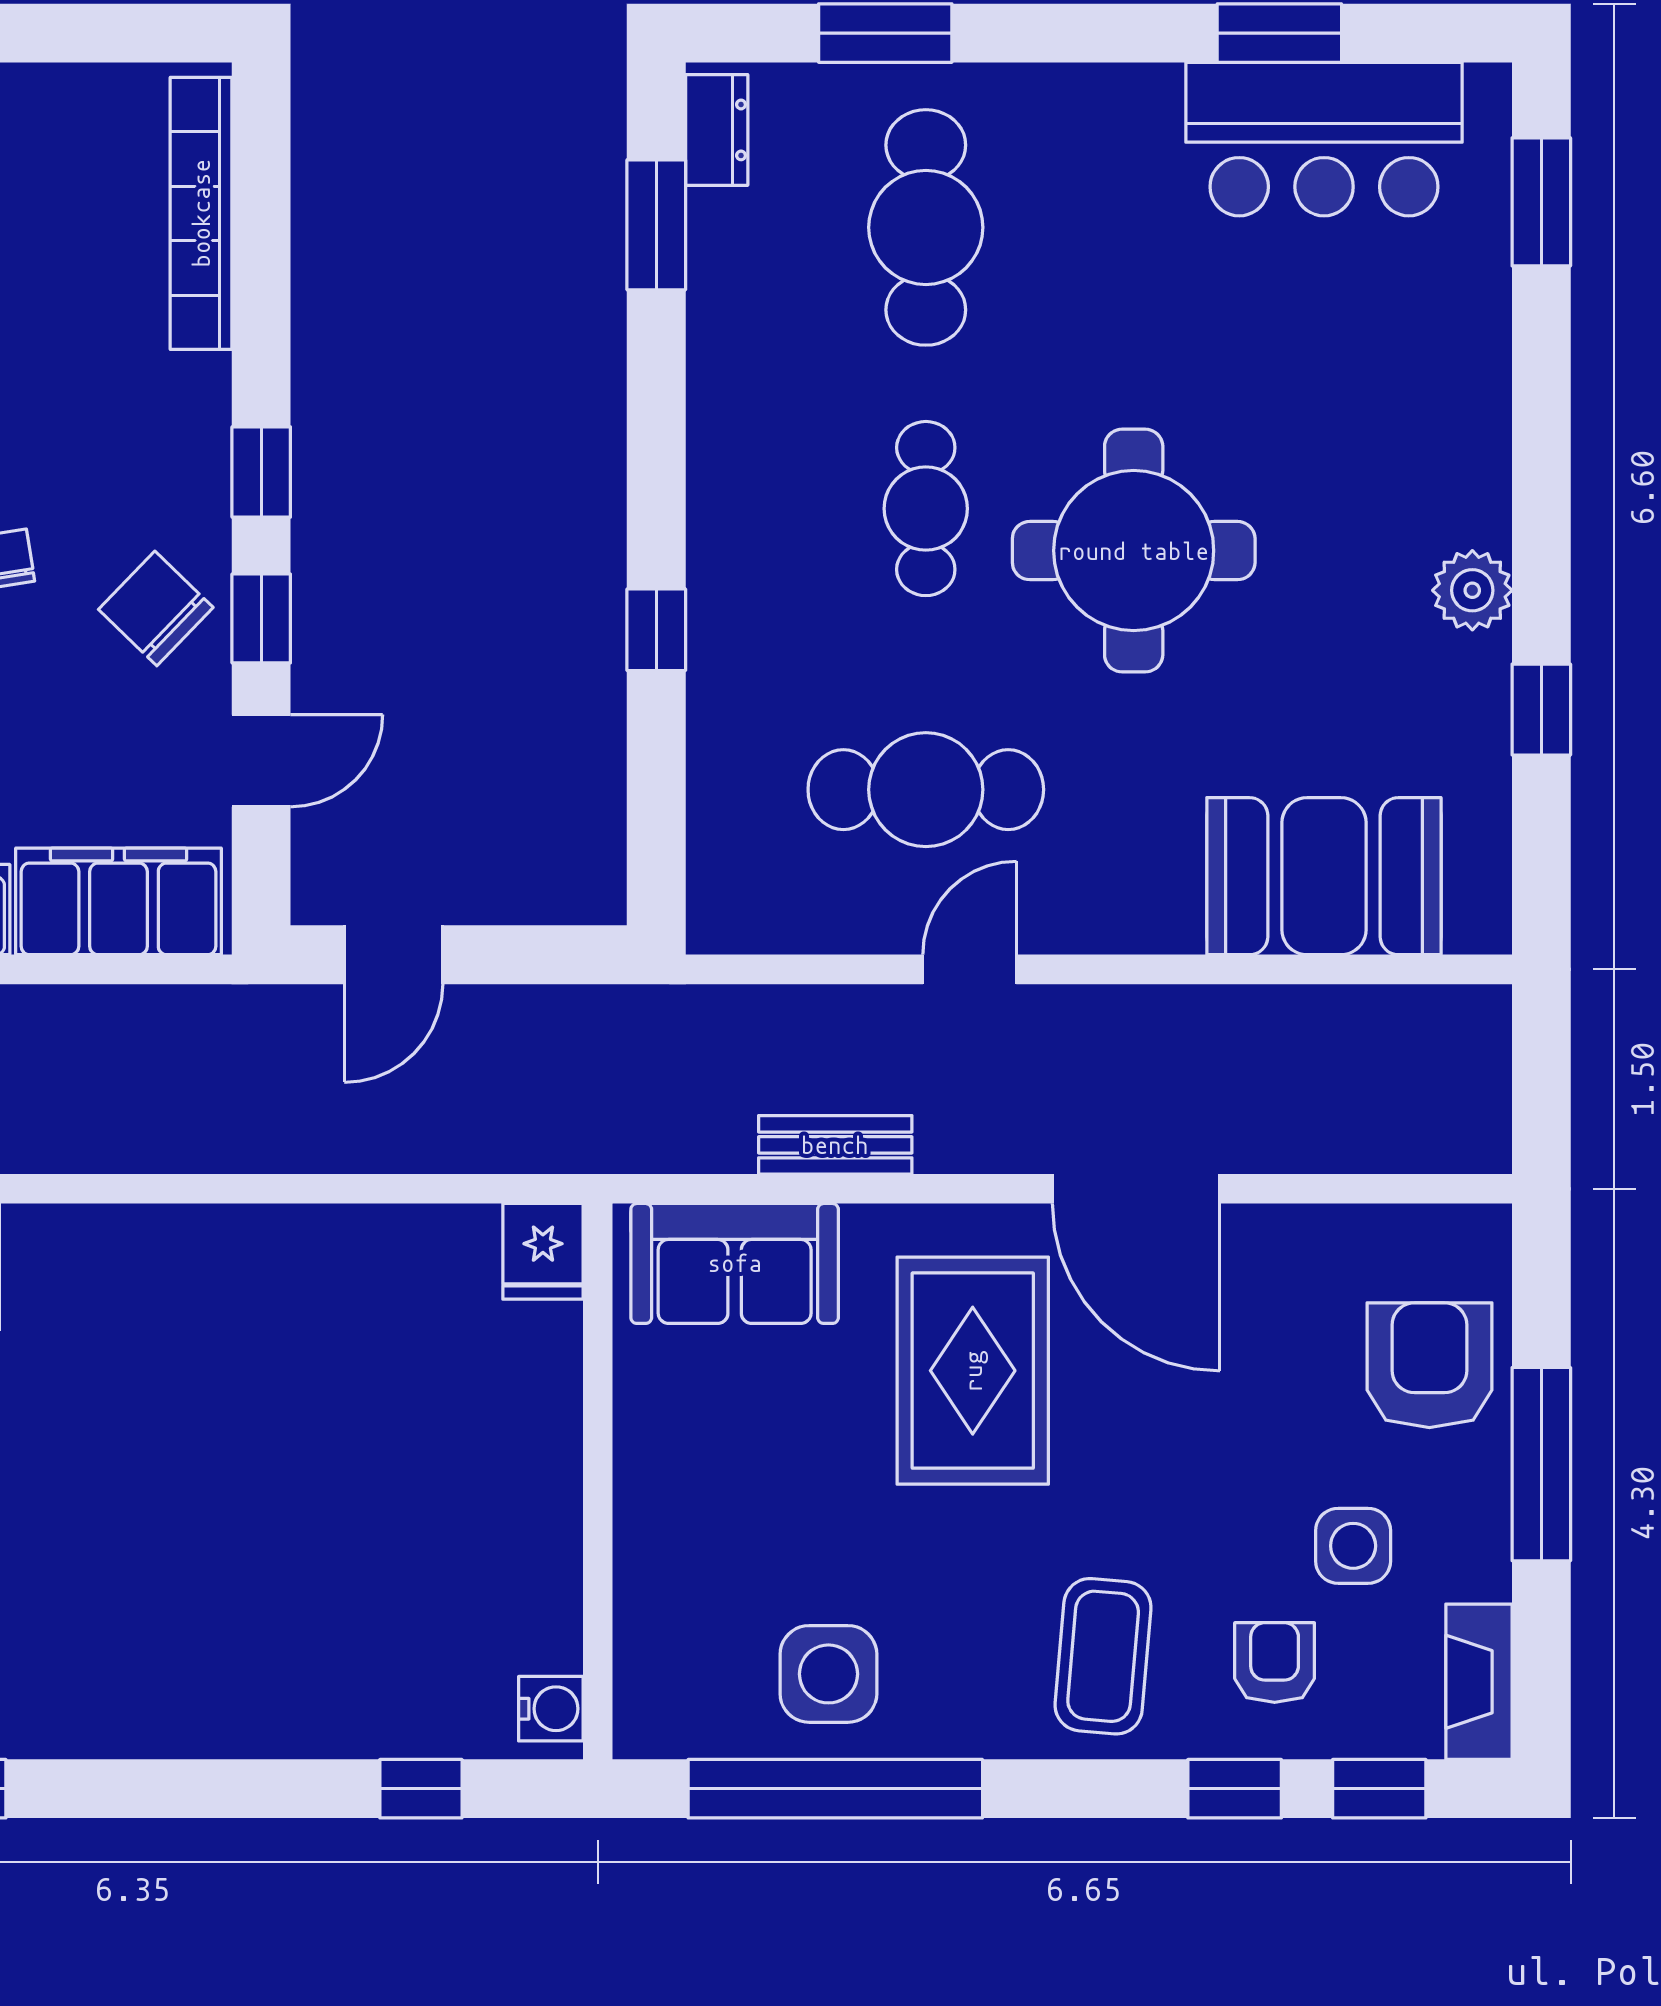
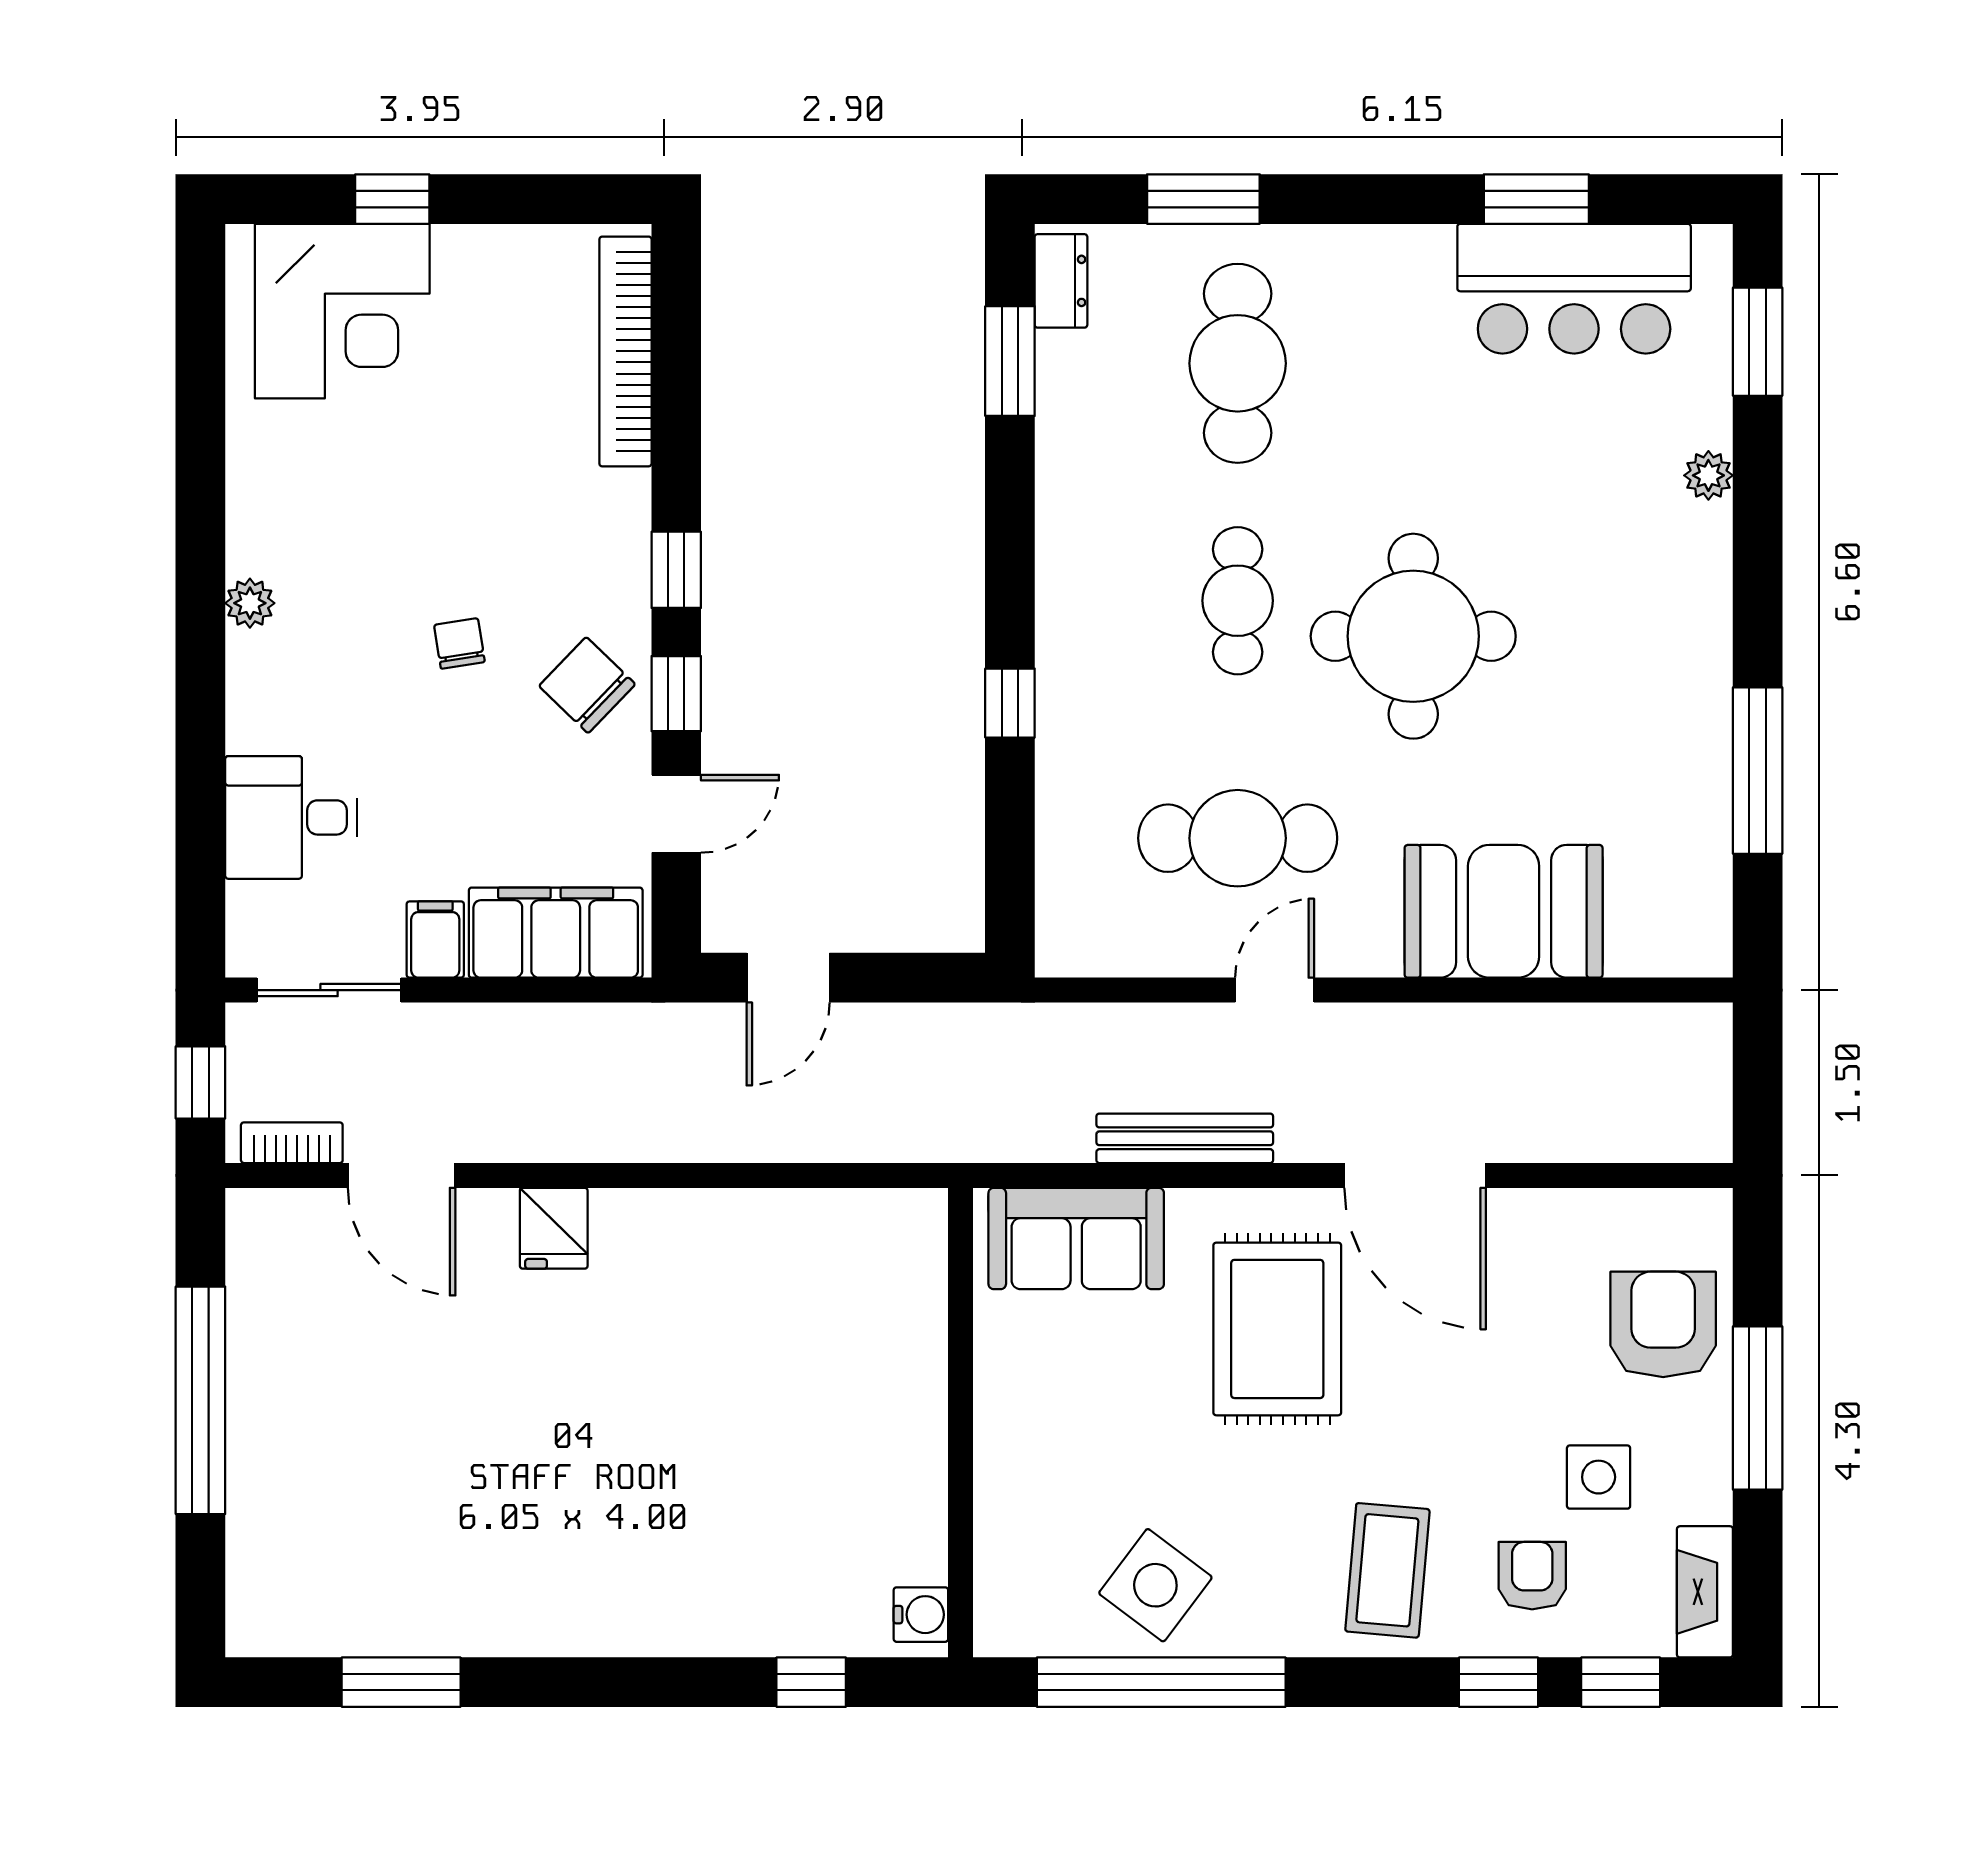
plant: (1472, 590) -> (1708, 475), moved, width x0.73, depth x0.73
window: (1541, 710) -> (1758, 771), width x2.17
booth: (1324, 876) -> (1504, 911), moved
bench: (835, 1145) -> (1185, 1138), width x1.36
fridge: (543, 1251) -> (554, 1228), moved
side table: (828, 1674) -> (1155, 1585), turned 37

